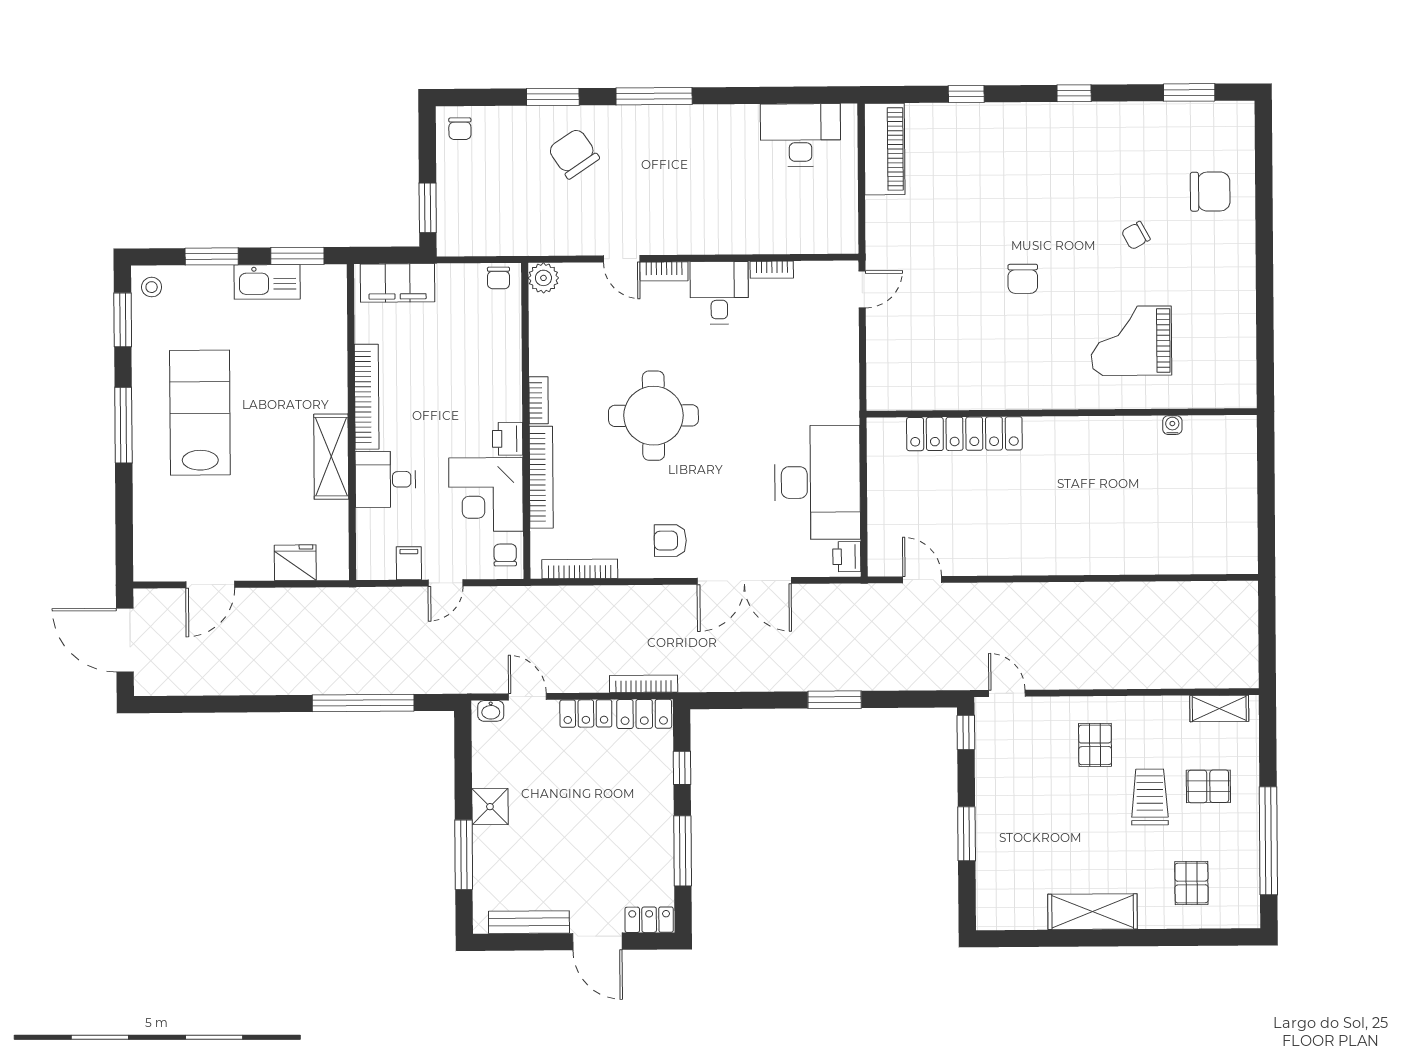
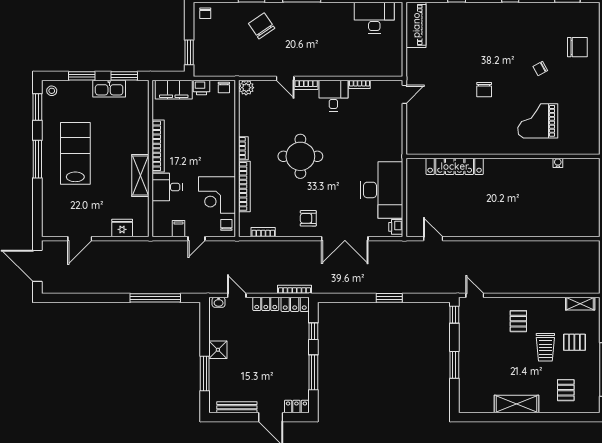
printer: (508, 439) -> (201, 87), moved, turned -90
bookcase: (580, 569) -> (263, 232), width x0.64
trolley: (1150, 797) -> (545, 347), turned 180

